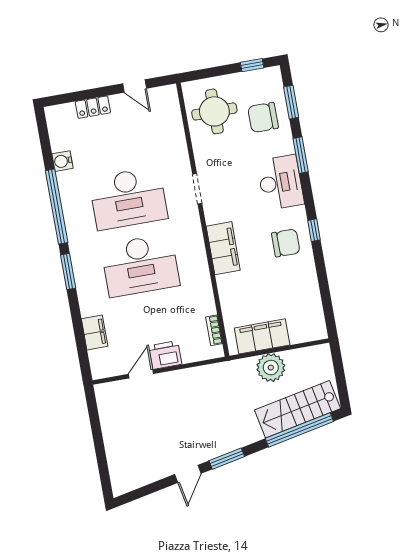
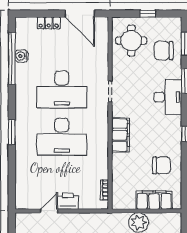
window: (252, 65) -> (148, 14), moved
door: (135, 86) -> (80, 14), width x1.88
window: (57, 207) -> (12, 58), moved
chair: (286, 243) -> (161, 165), moved
filing cabinet: (95, 333) -> (22, 177), removed
filing cabinet: (262, 336) -> (154, 200), moved

